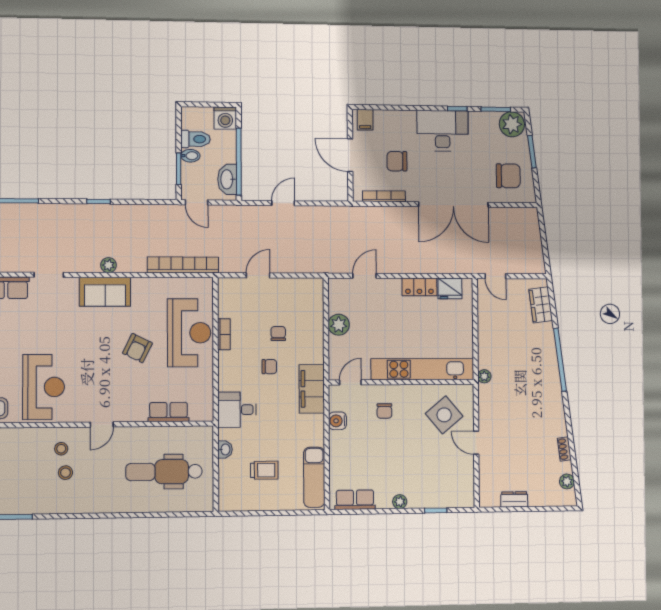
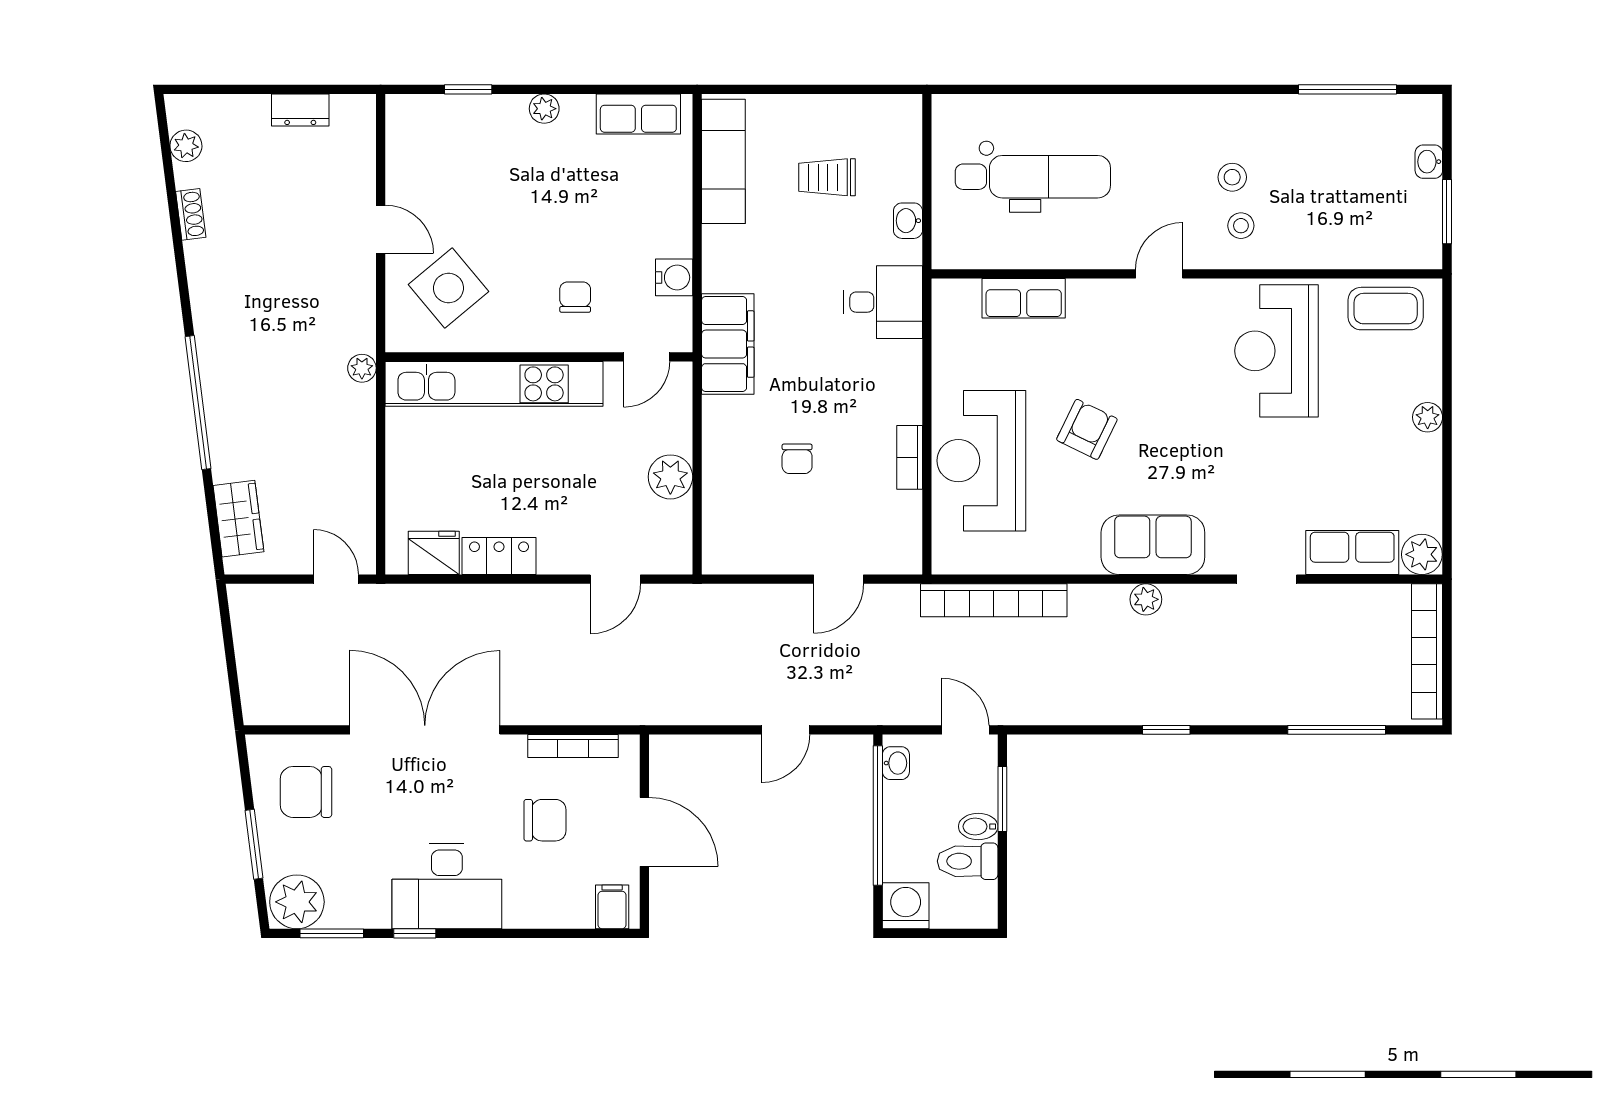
washbasin: (227, 179) -> (896, 763), width x0.52, depth x0.69
chair: (269, 367) -> (816, 390), removed

